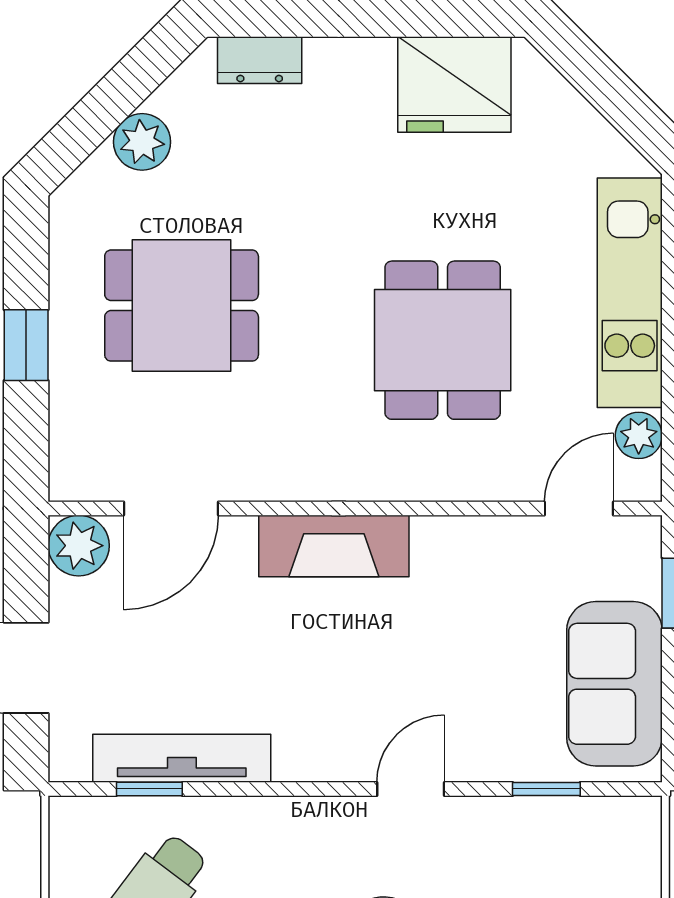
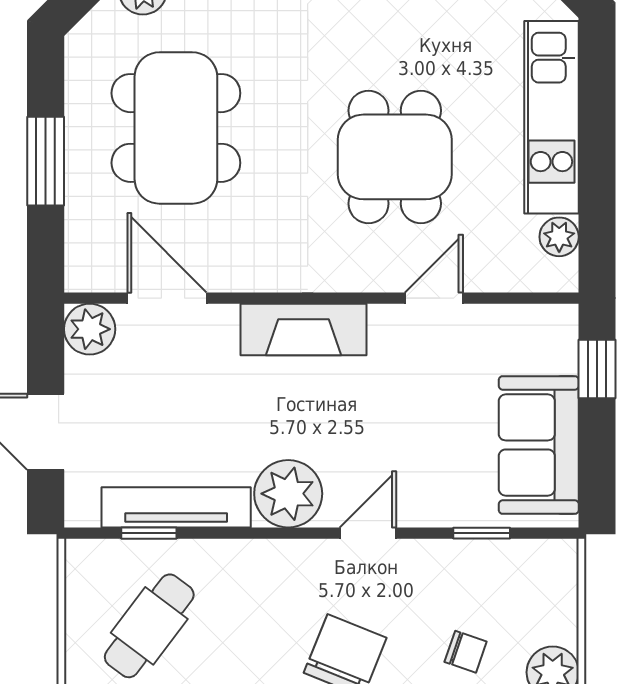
dining table: (182, 306) -> (176, 128), width x1.38
window: (26, 345) -> (46, 161), width x1.50
door: (171, 508) -> (167, 298), swing flipped
door: (579, 508) -> (434, 298), moved
plant: (316, 742) -> (288, 494), added

